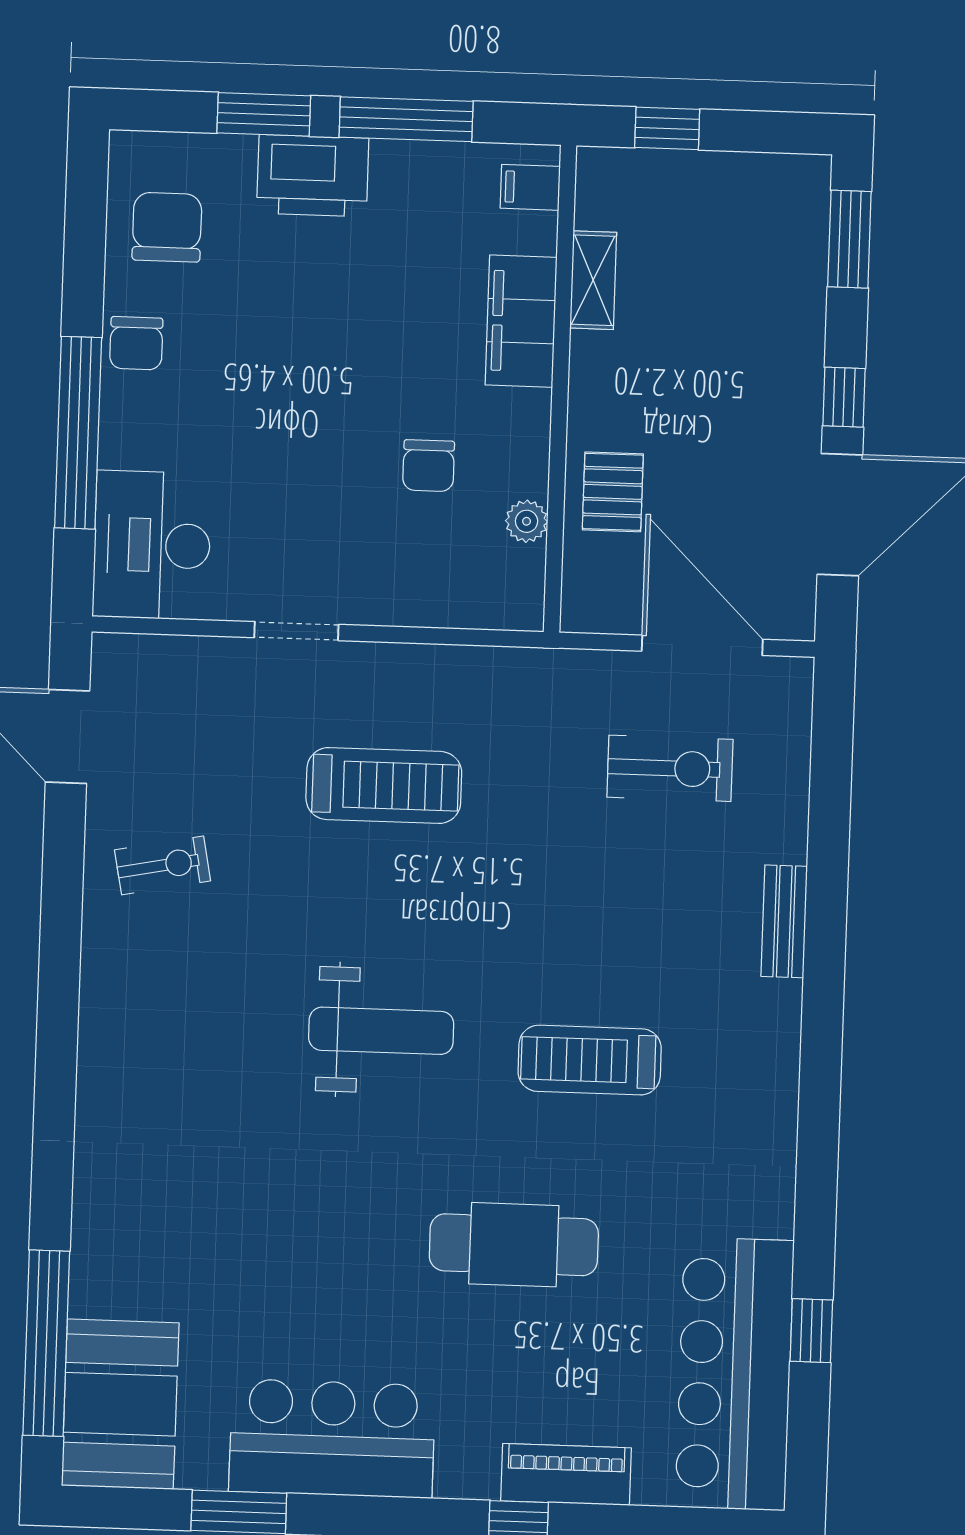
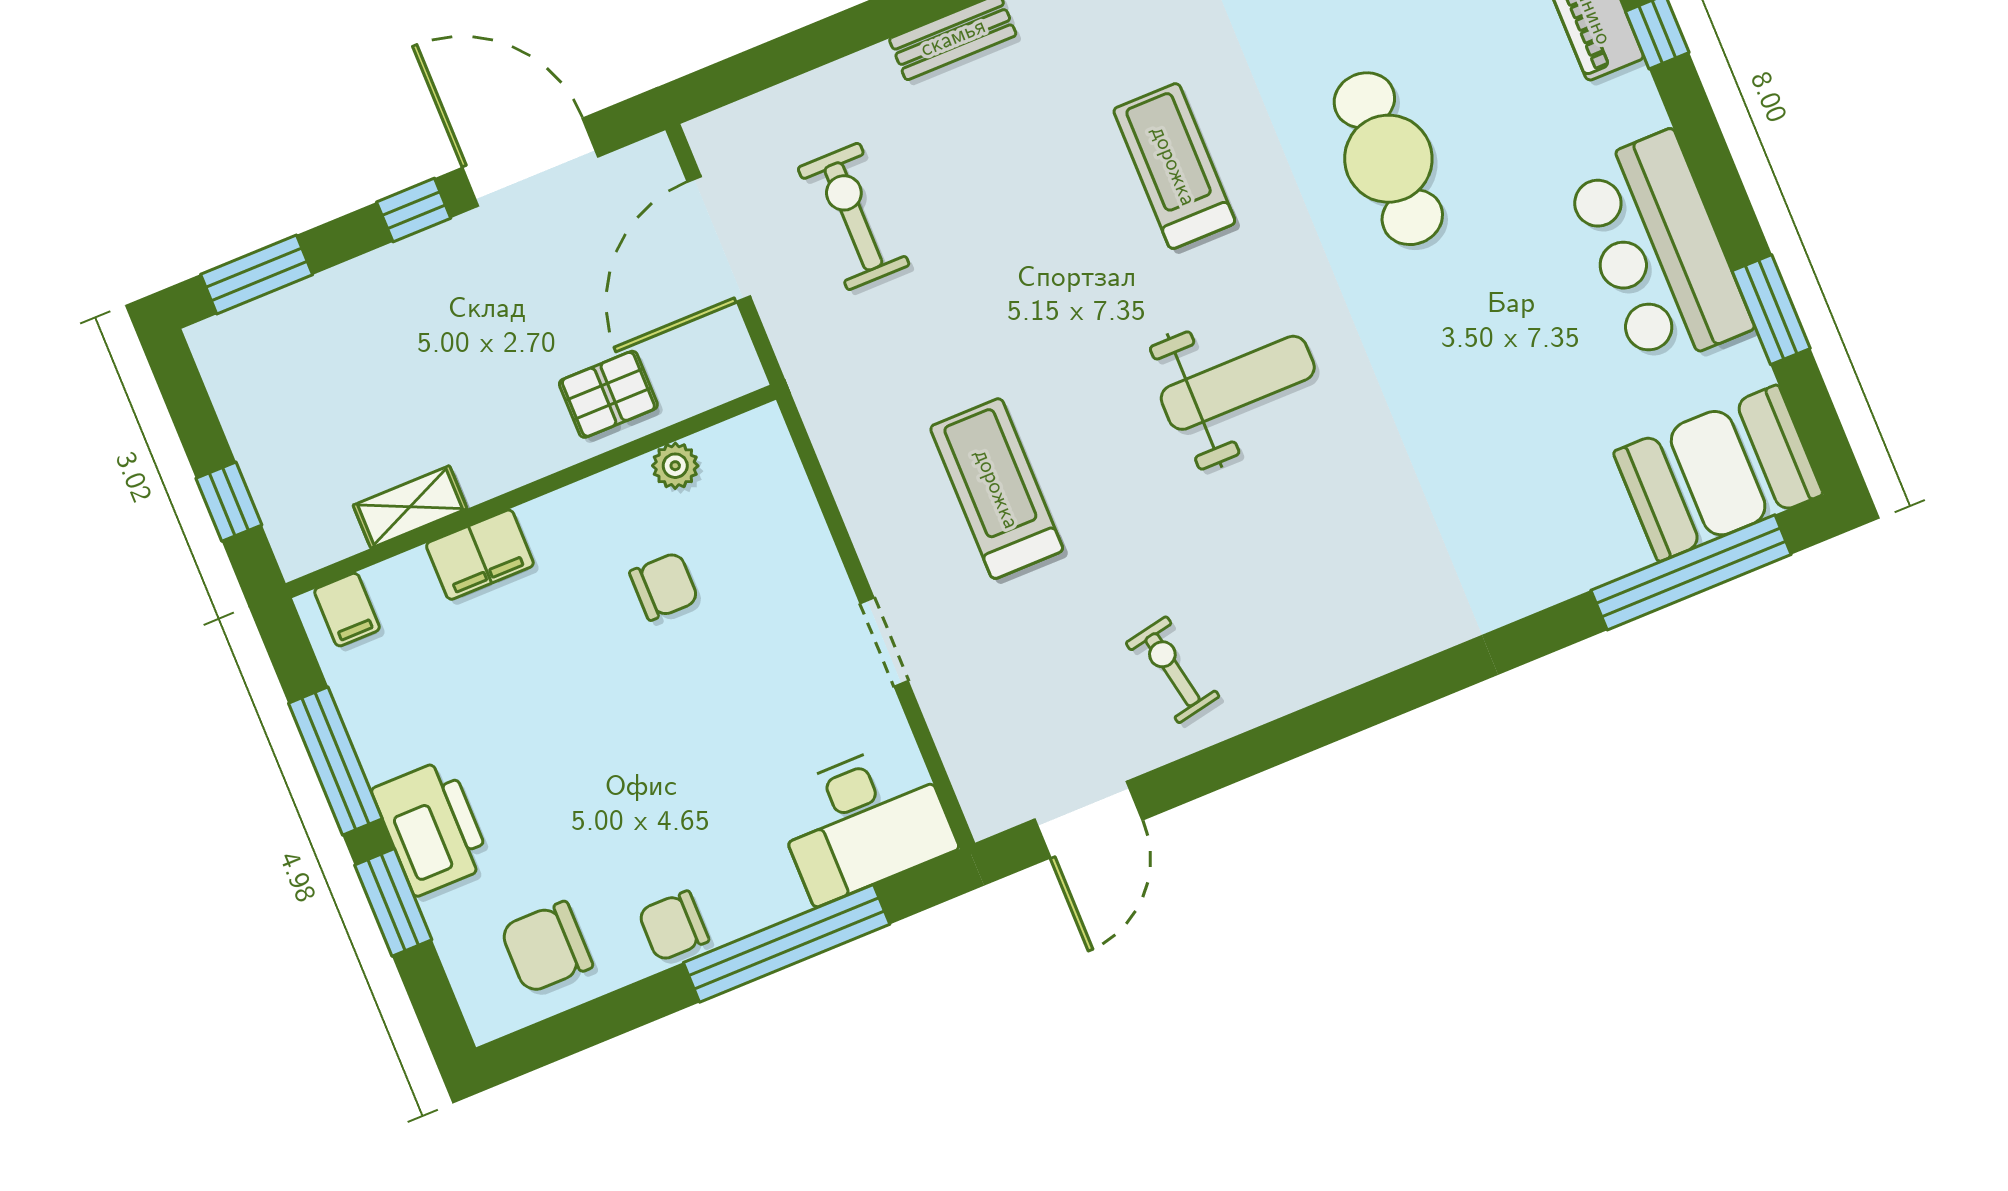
filing cabinet: (521, 321) -> (480, 555), width x0.67, depth x0.86
chair: (136, 343) -> (673, 926), turned 180
weight bench: (381, 1031) -> (1238, 383), turned 90
treadmill: (590, 1060) -> (1174, 166), turned 180

